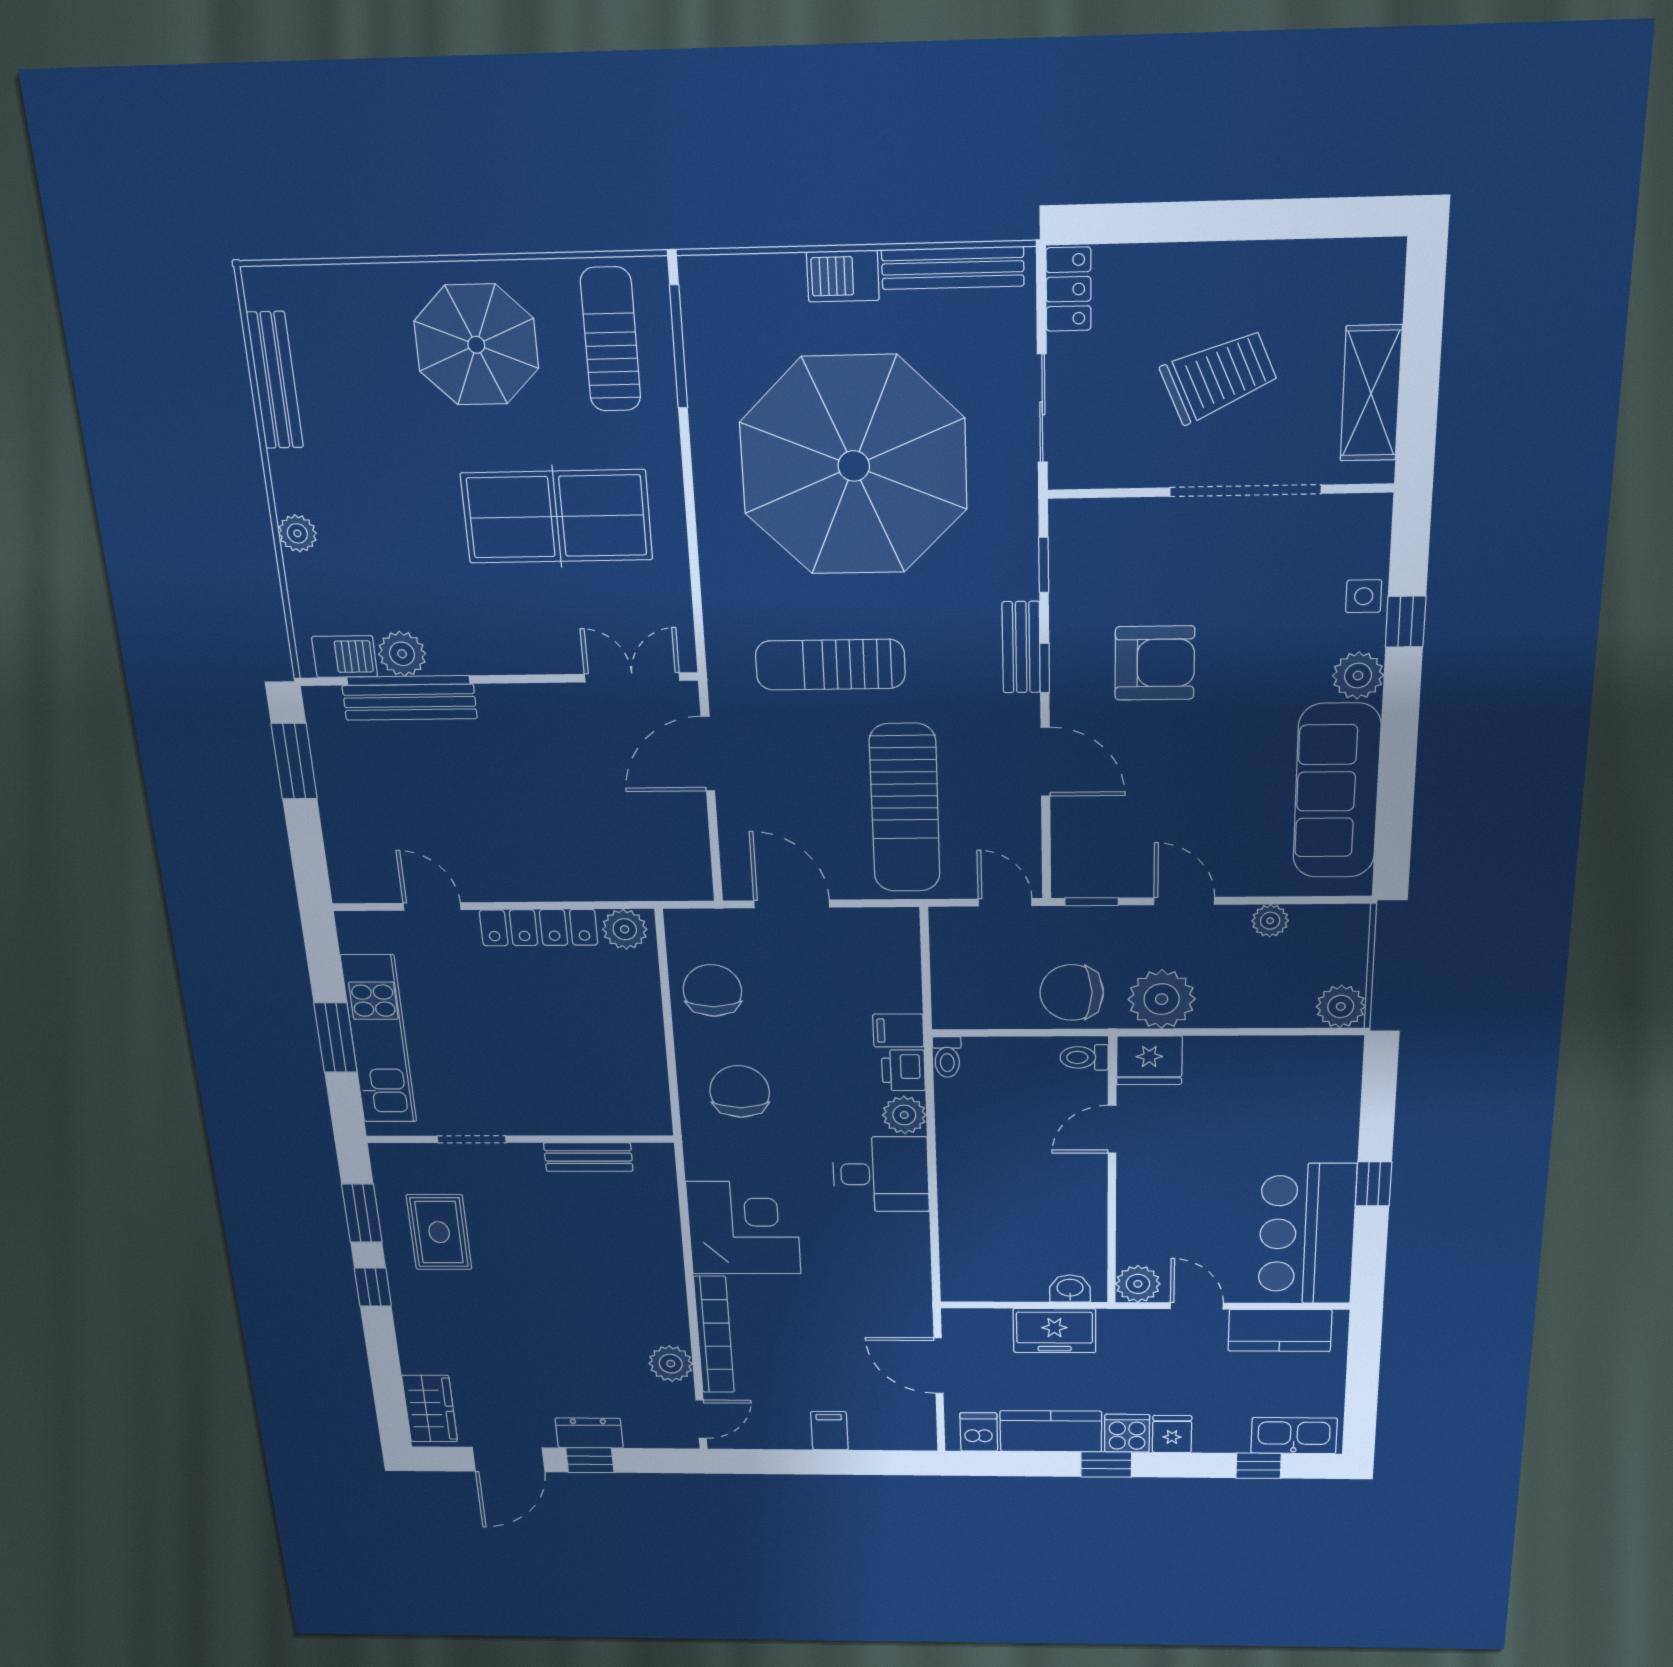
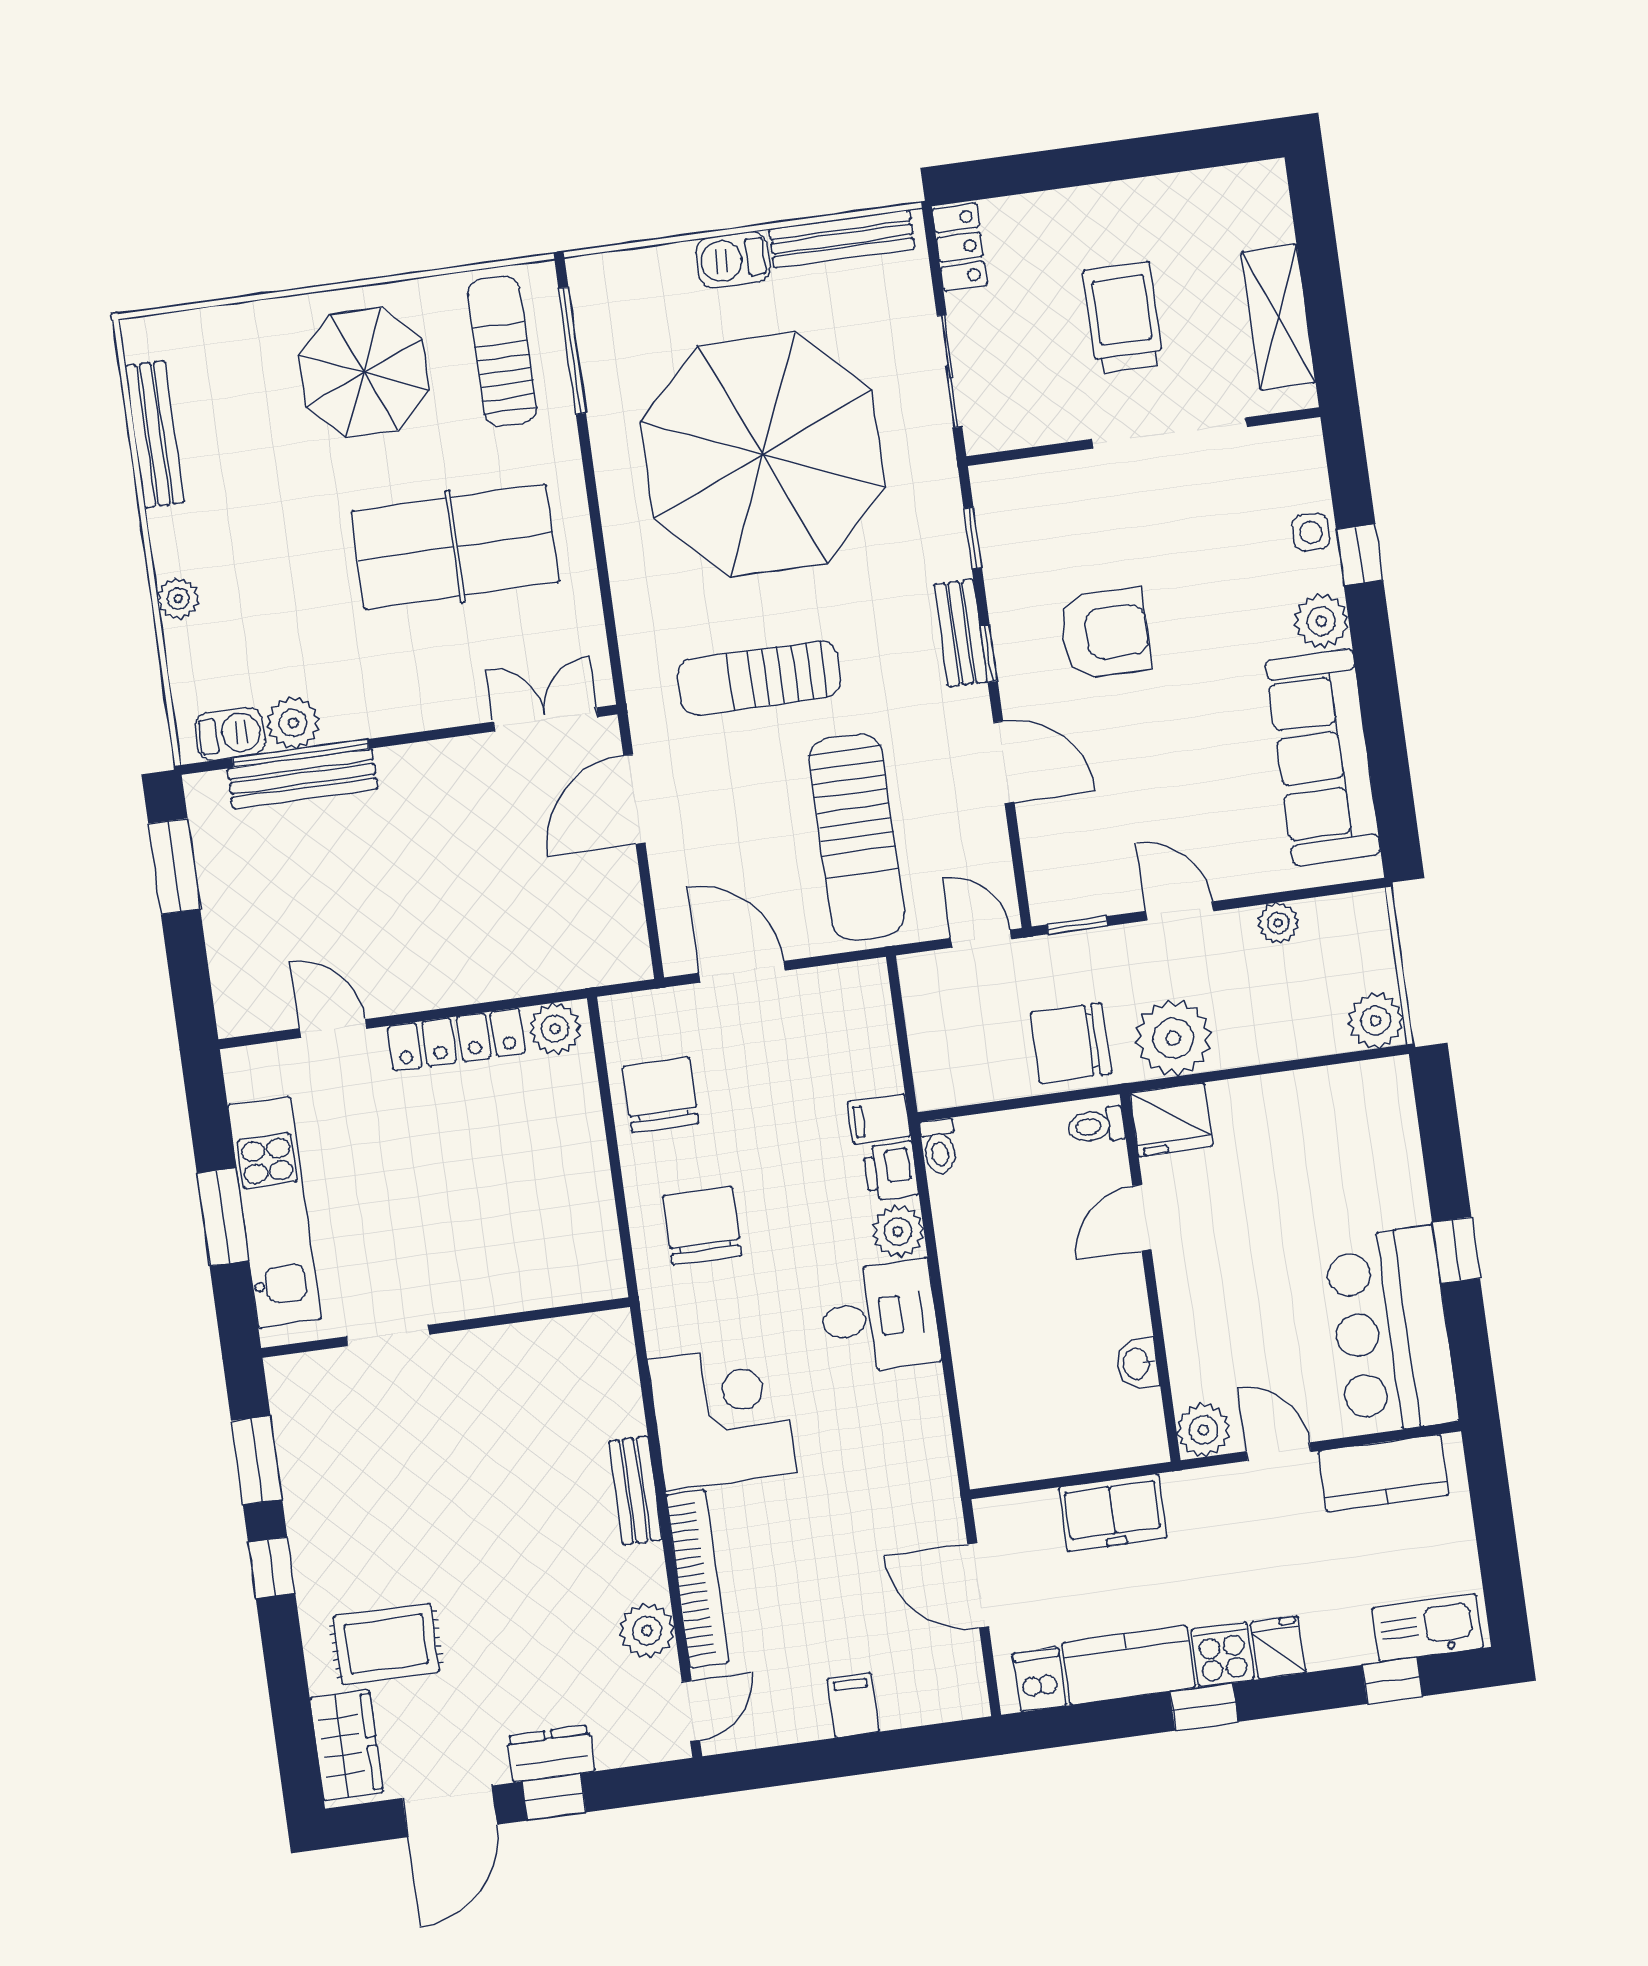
trolley: (1219, 376) -> (1123, 317), turned -67
bench: (588, 1157) -> (635, 1490), moved, turned 90
rug: (439, 1232) -> (386, 1644), moved, turned 90
washbasin: (1070, 1289) -> (1137, 1364), moved, turned -90

